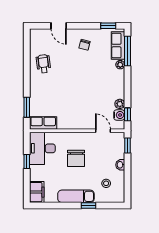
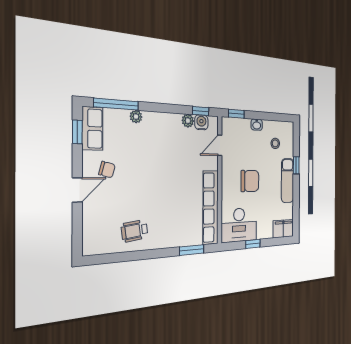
door: (59, 26) -> (77, 190), moved
row of seats: (118, 46) -> (92, 129), moved, turned -90
row of seats: (43, 123) -> (211, 207), width x2.02

